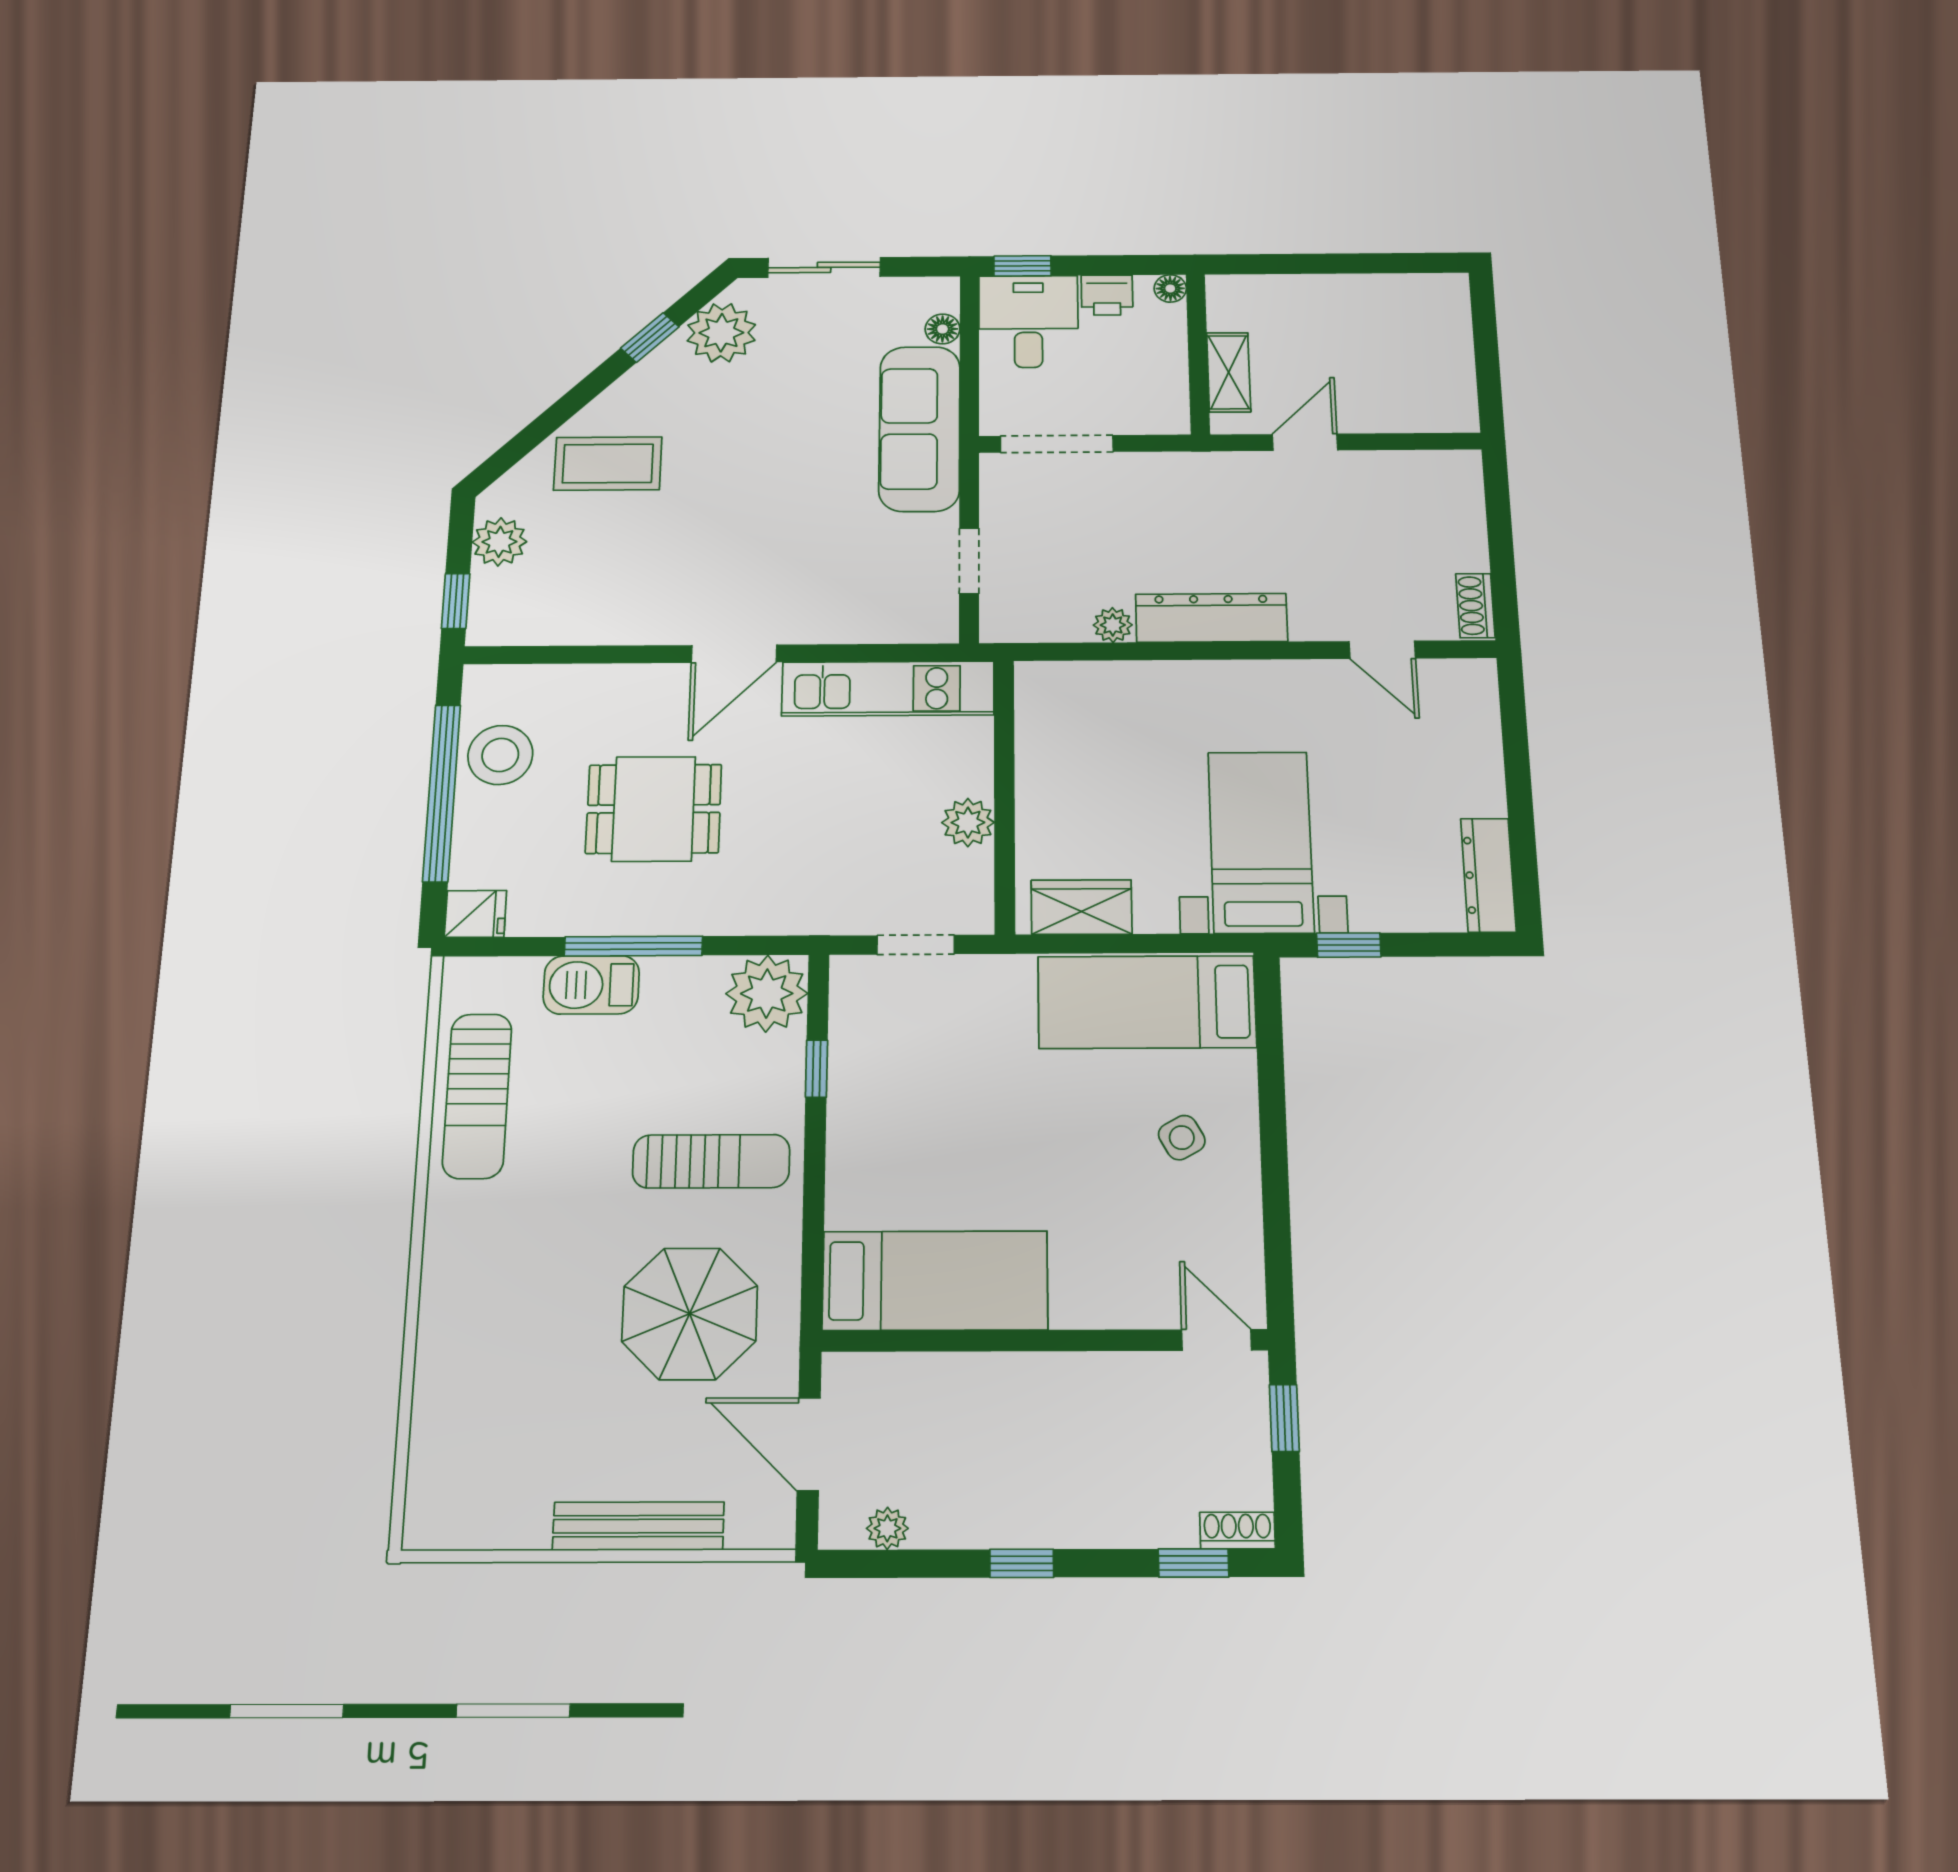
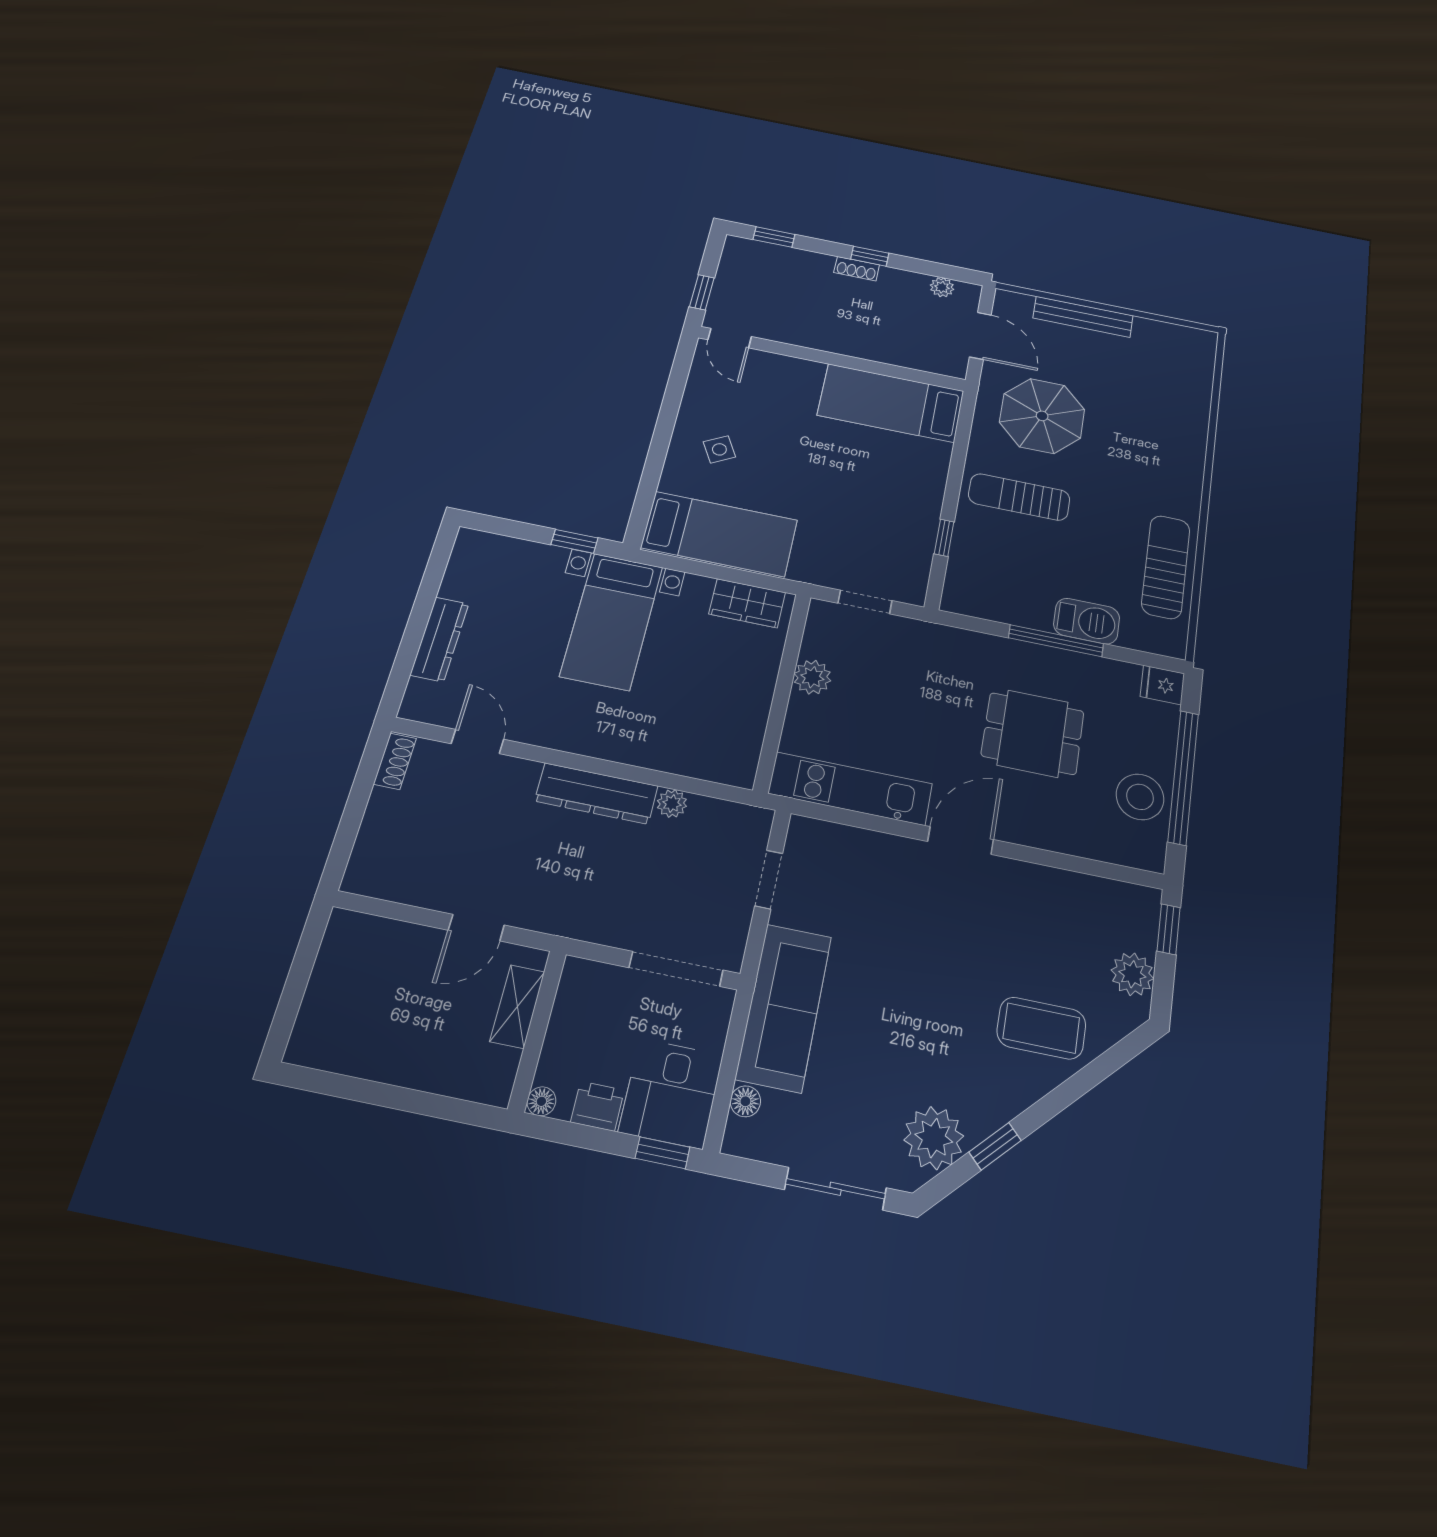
dresser: (1488, 875) -> (440, 639), moved
plant: (767, 994) -> (970, 591), removed
shoe rack: (1237, 1530) -> (857, 269), moved

